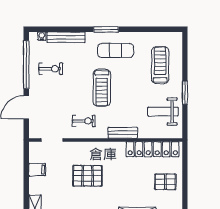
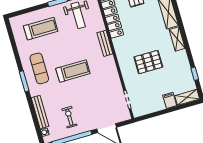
treadmill: (160, 65) -> (41, 29), turned 180
exercise bike: (84, 121) -> (104, 78), removed
filing cabinet: (37, 169) -> (170, 100), moved
pallet: (87, 176) -> (148, 62), turned 90

